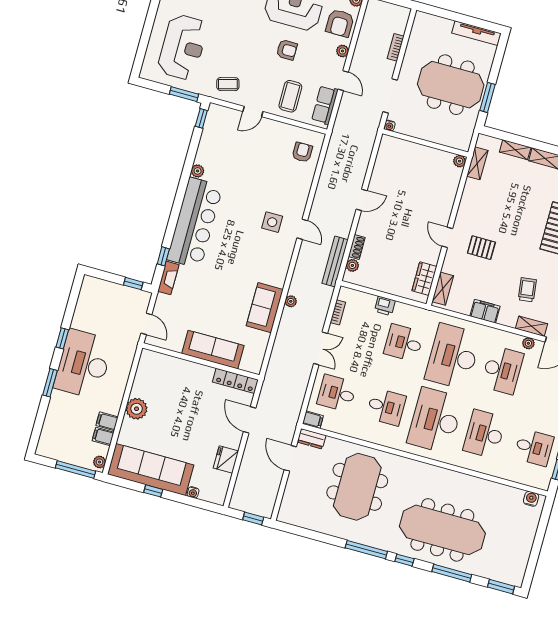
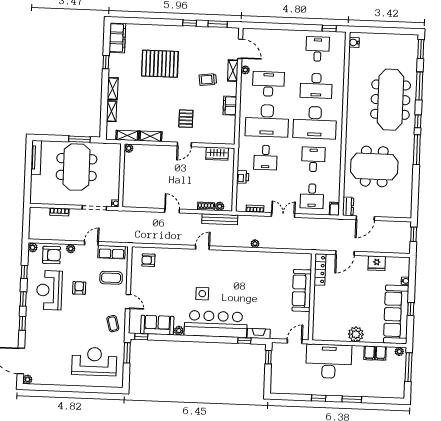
side table: (272, 222) -> (202, 294), moved
shelving: (443, 289) -> (150, 136), moved
sofa: (265, 308) -> (157, 325), moved, turned 180
desk: (83, 364) -> (329, 361), moved, turned 180

